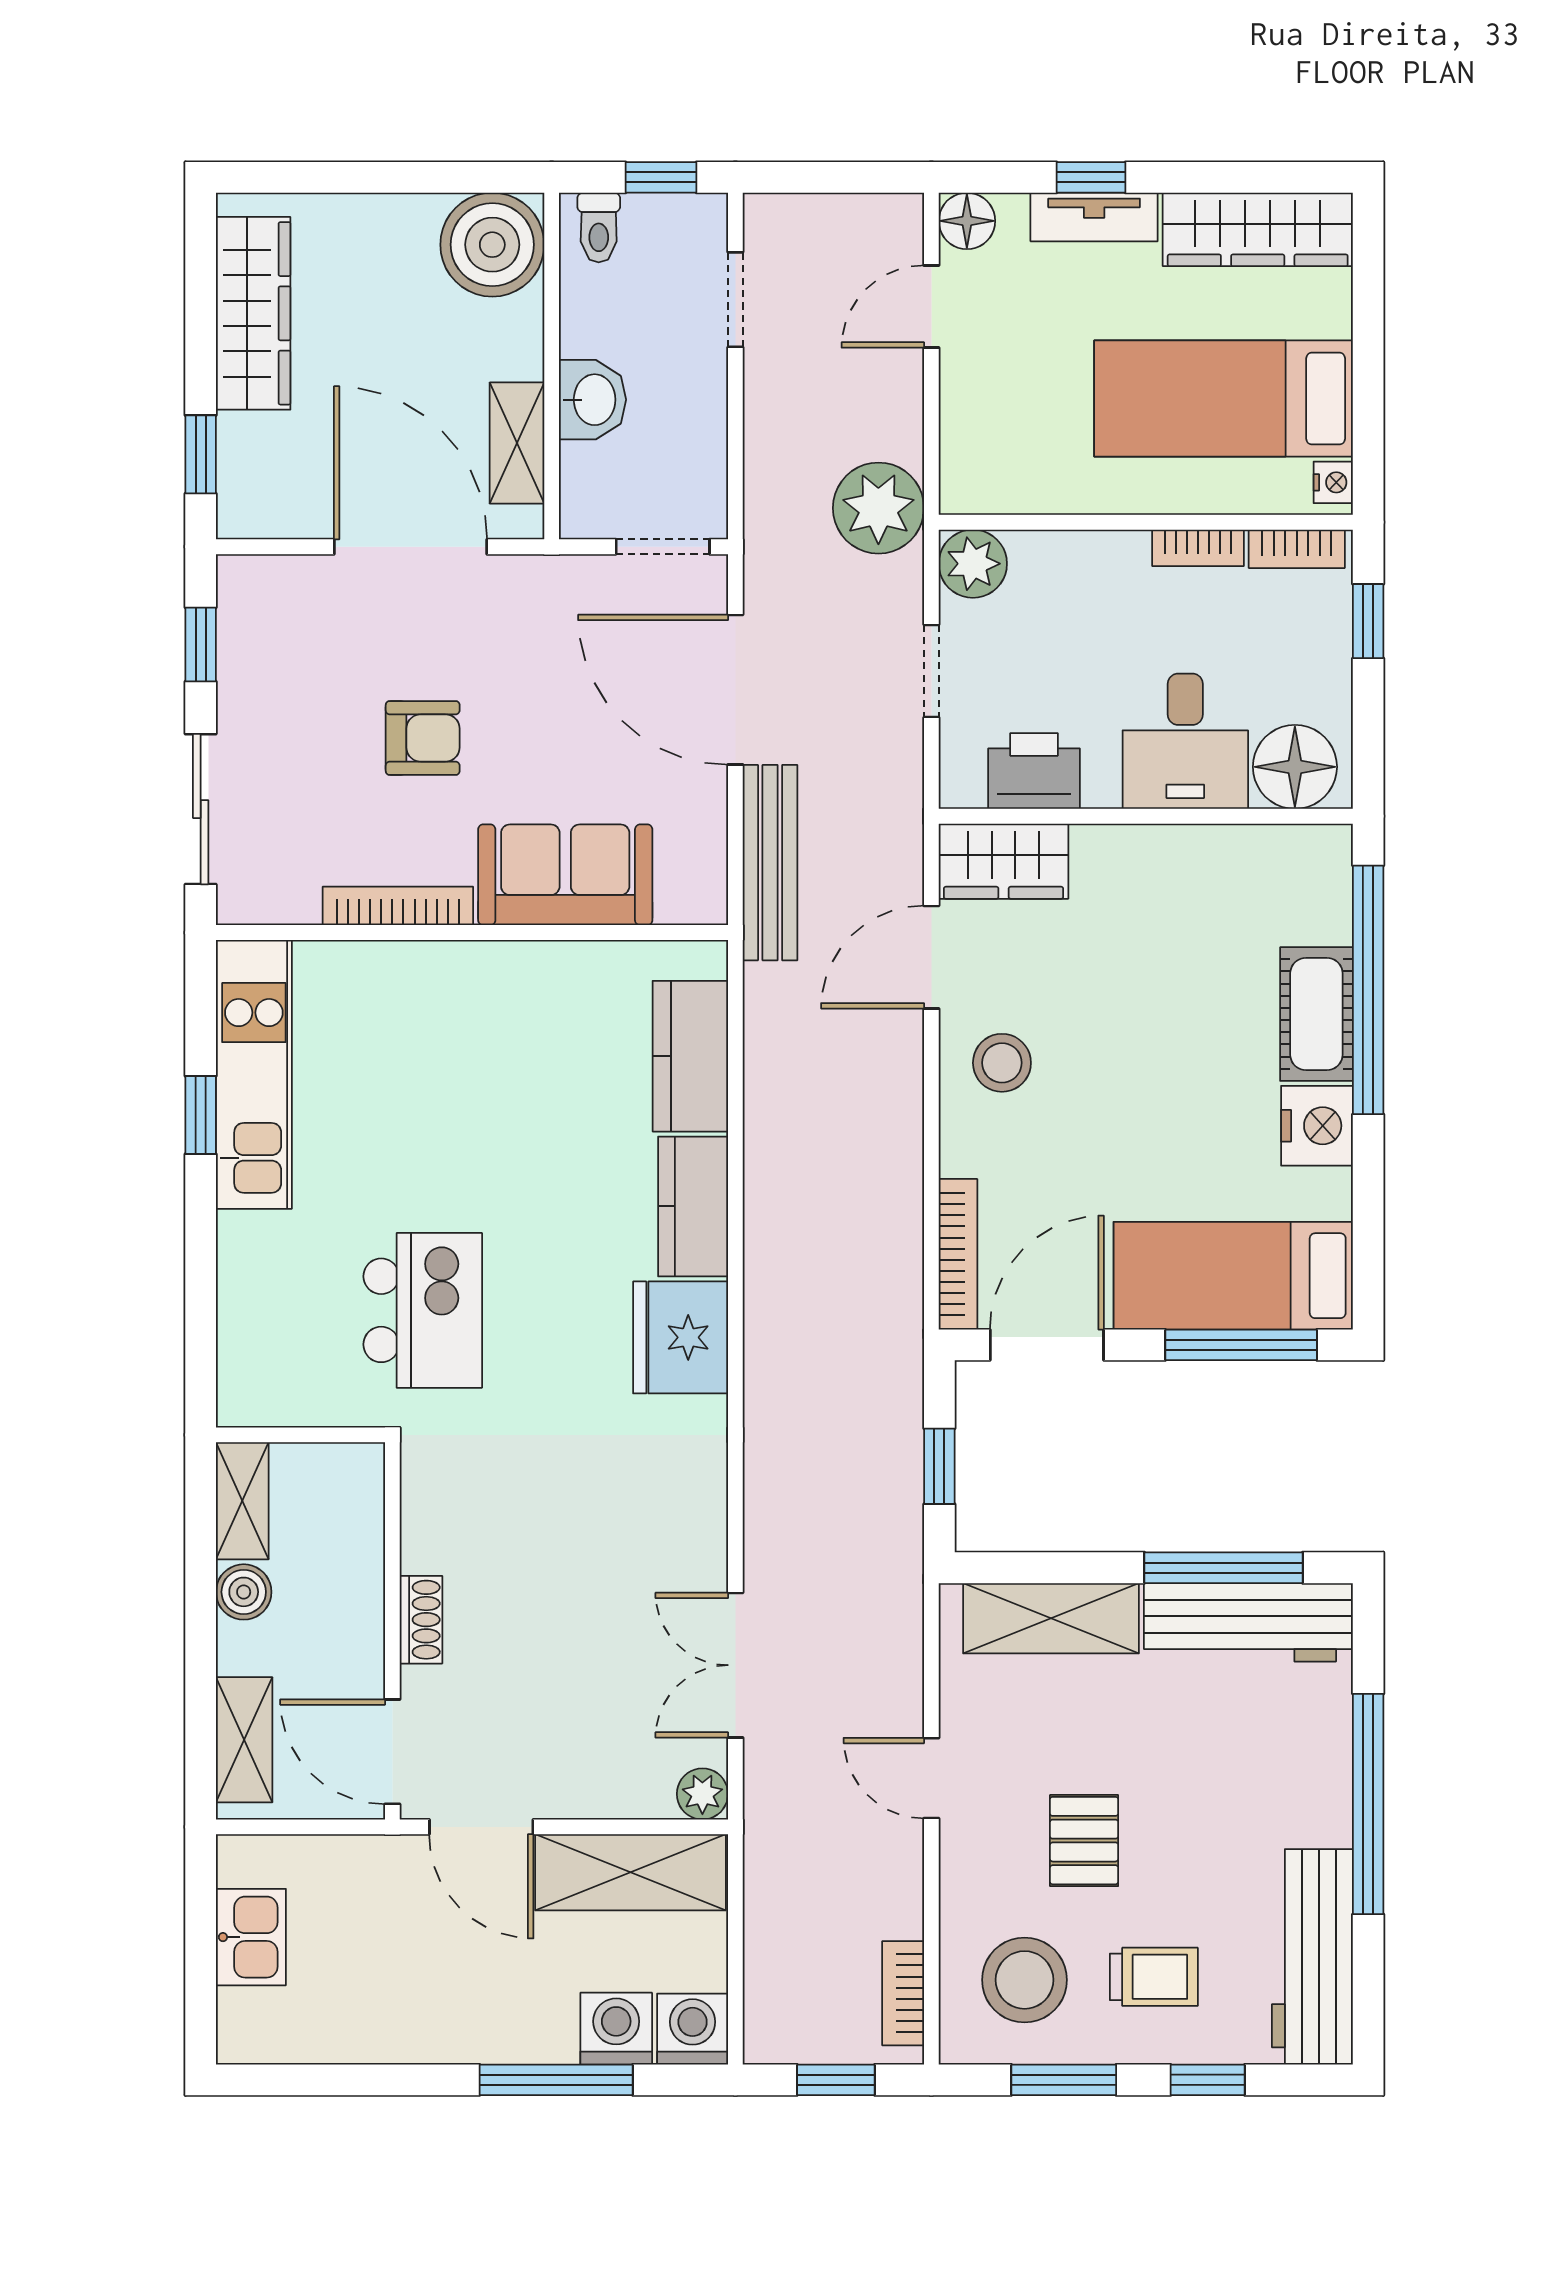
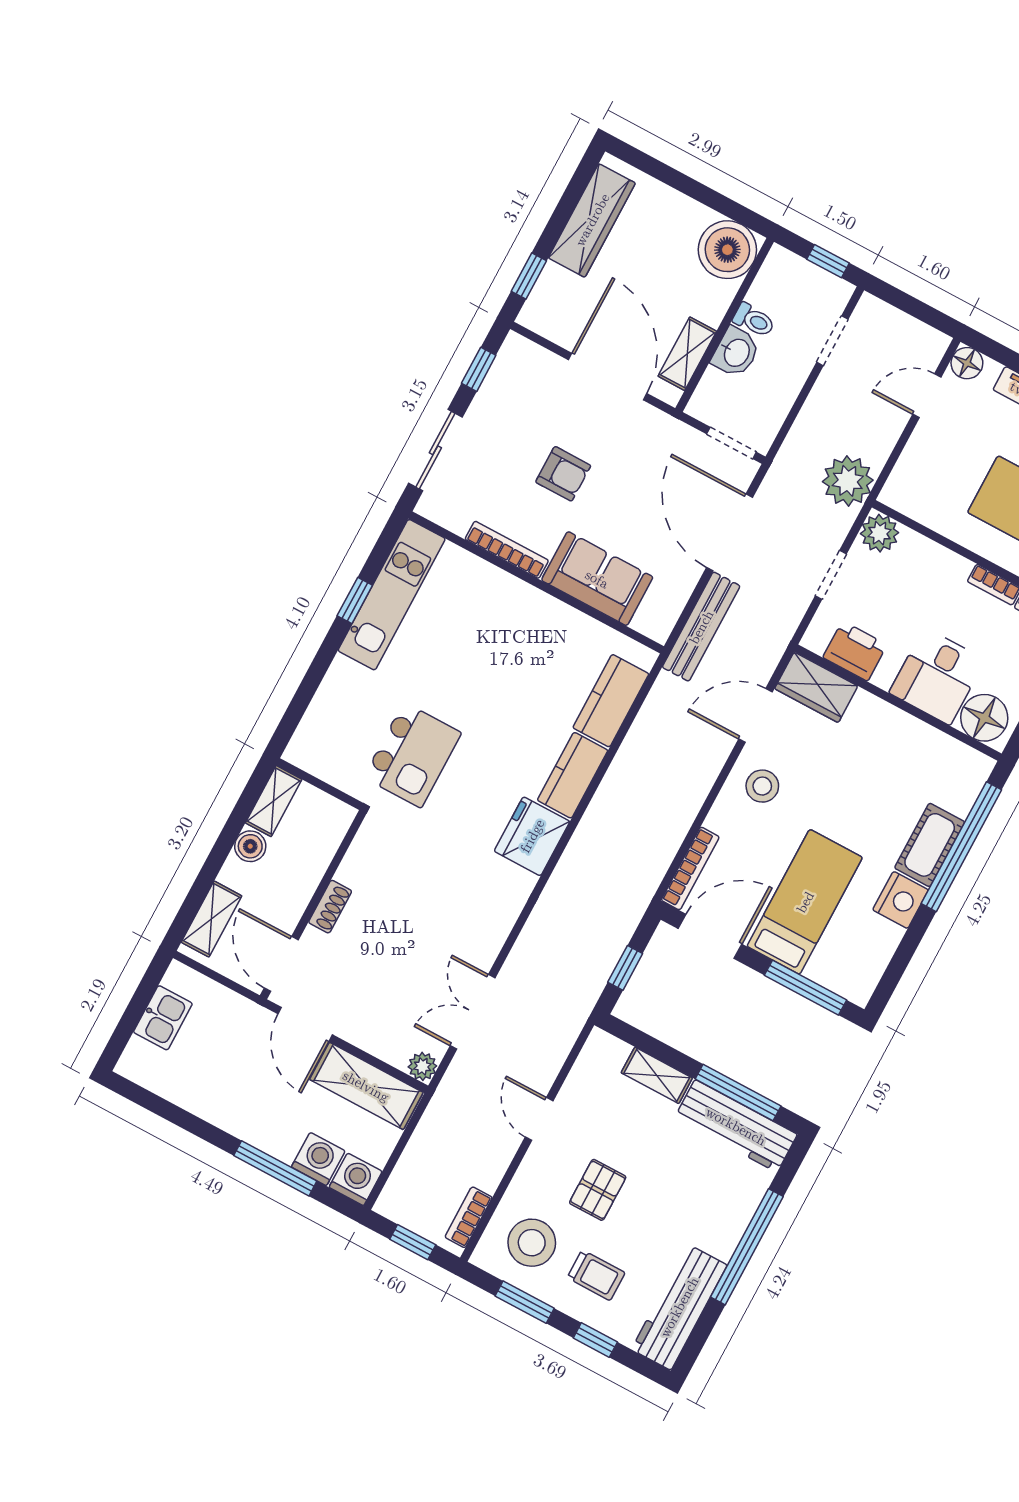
toilet: (599, 228) -> (754, 320), moved, turned -90
bed: (1233, 1276) -> (805, 902), moved, turned 90
shelving: (1051, 1618) -> (657, 1075), width x0.67, depth x0.75

